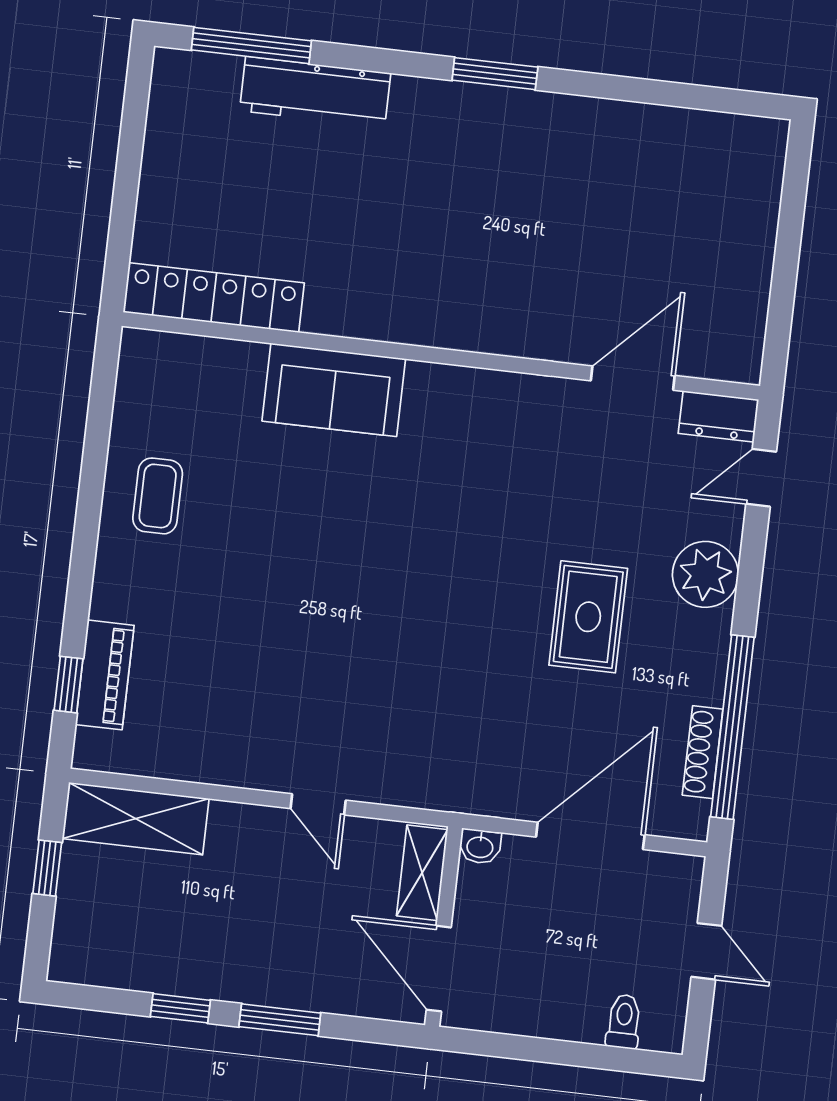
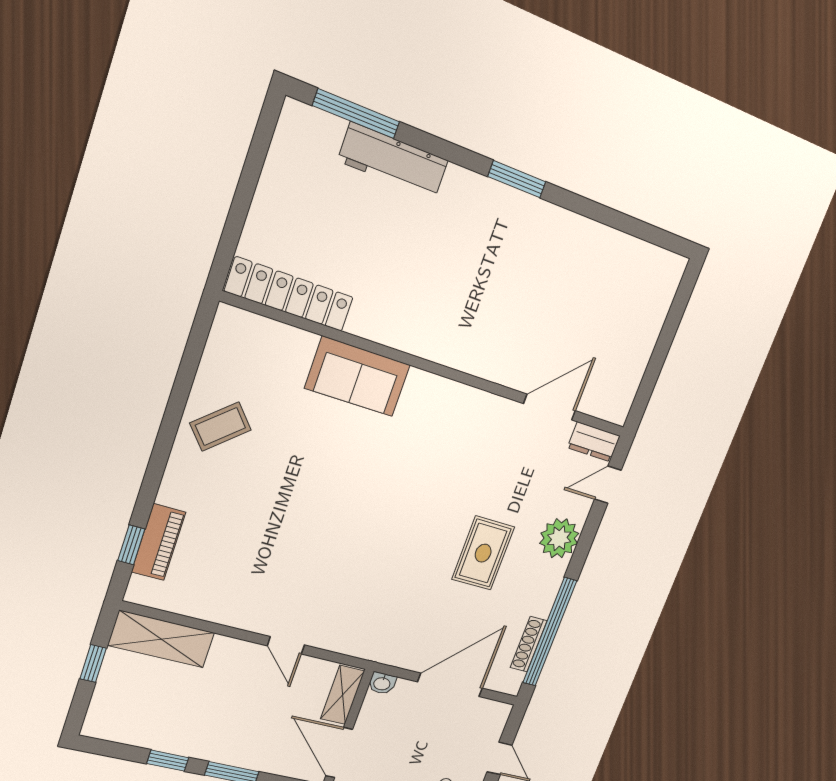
coffee table: (158, 496) -> (220, 427), turned 49

